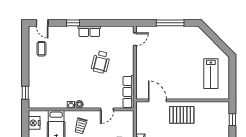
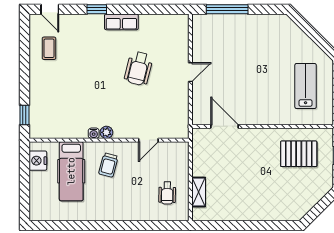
window: (170, 23) -> (227, 9), moved
door: (135, 39) -> (190, 72), moved
lab bench: (211, 74) -> (306, 86), turned 180
row of seats: (129, 92) -> (181, 114), removed
pallet: (182, 115) -> (299, 154), moved

